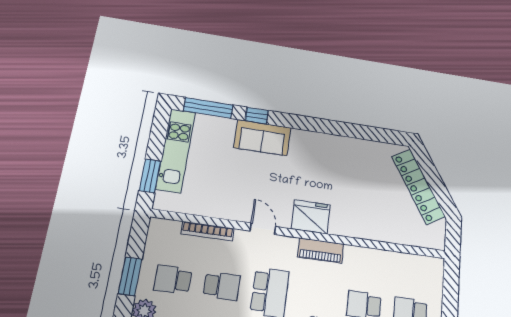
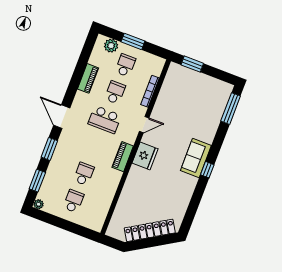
window: (257, 116) -> (207, 170), moved
sofa: (262, 138) -> (196, 158), moved
kitchen unit: (176, 150) -> (206, 83), removed
school desk: (222, 286) -> (115, 92), turned 180

